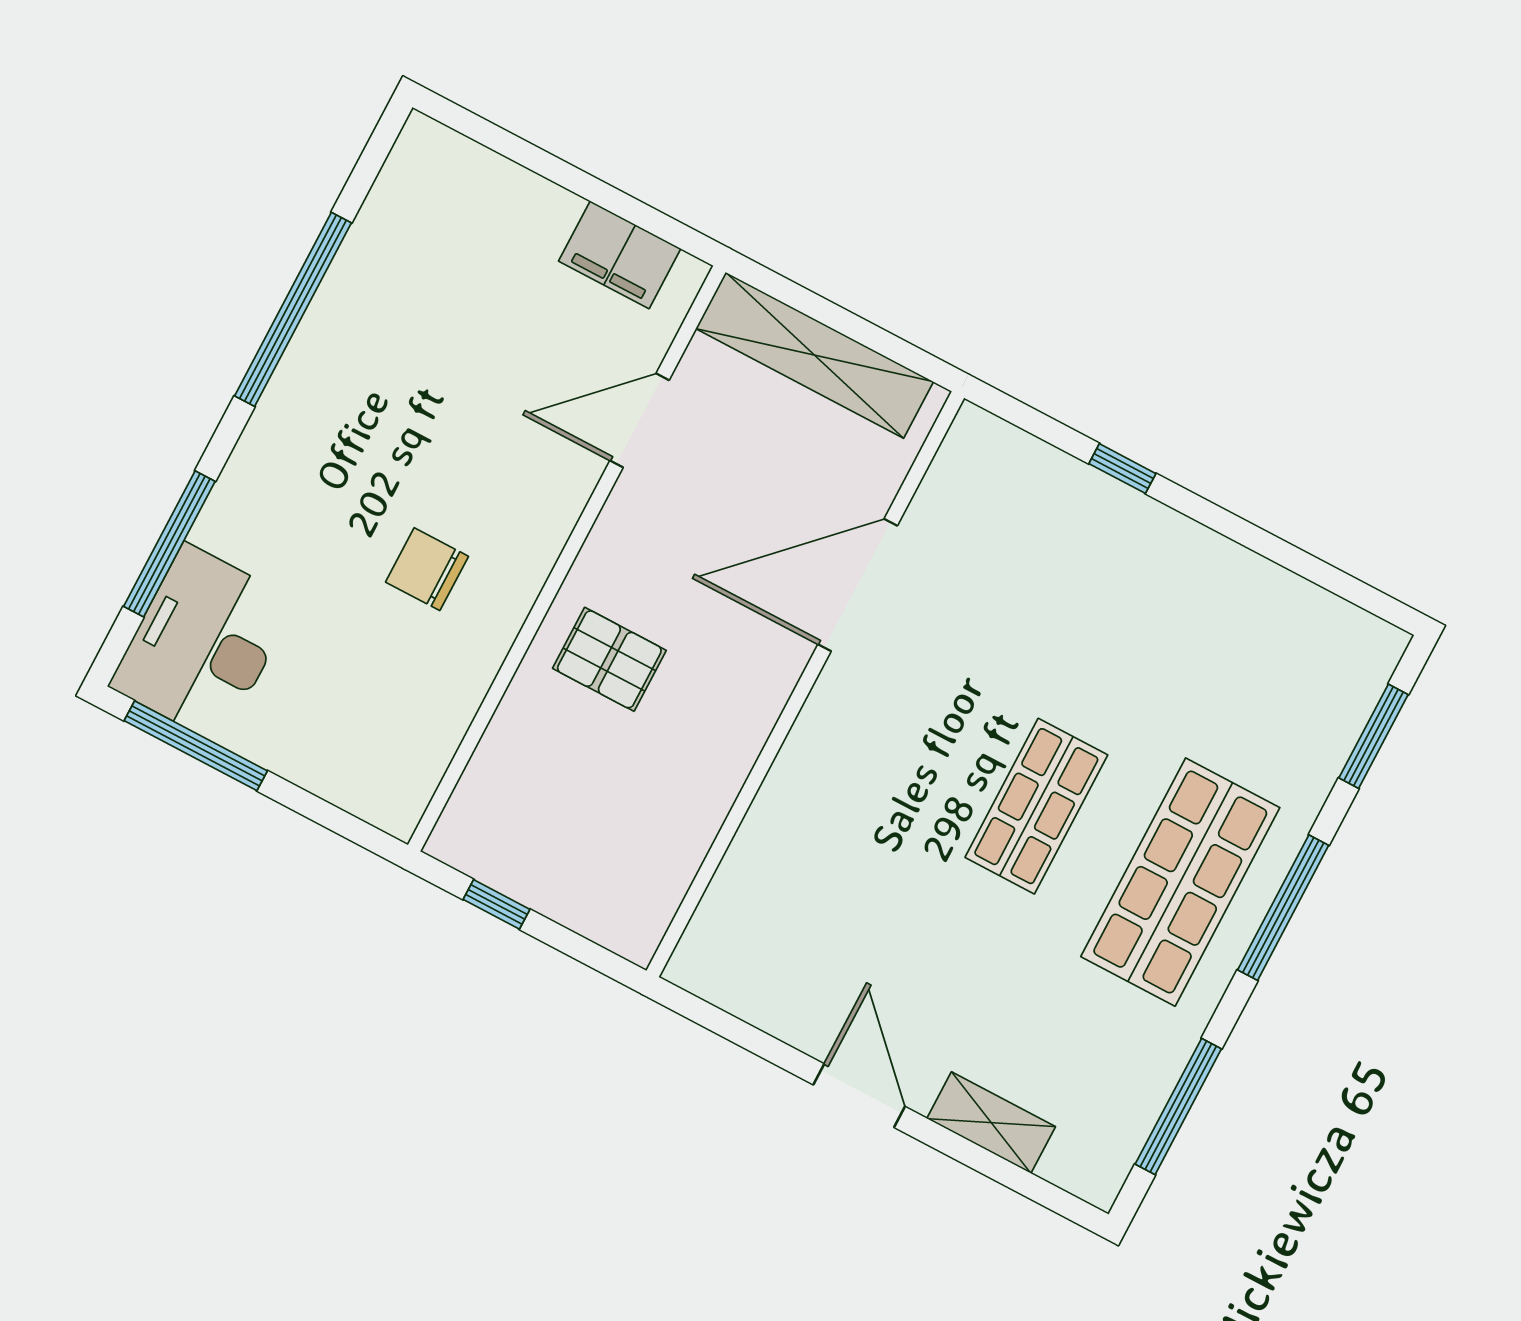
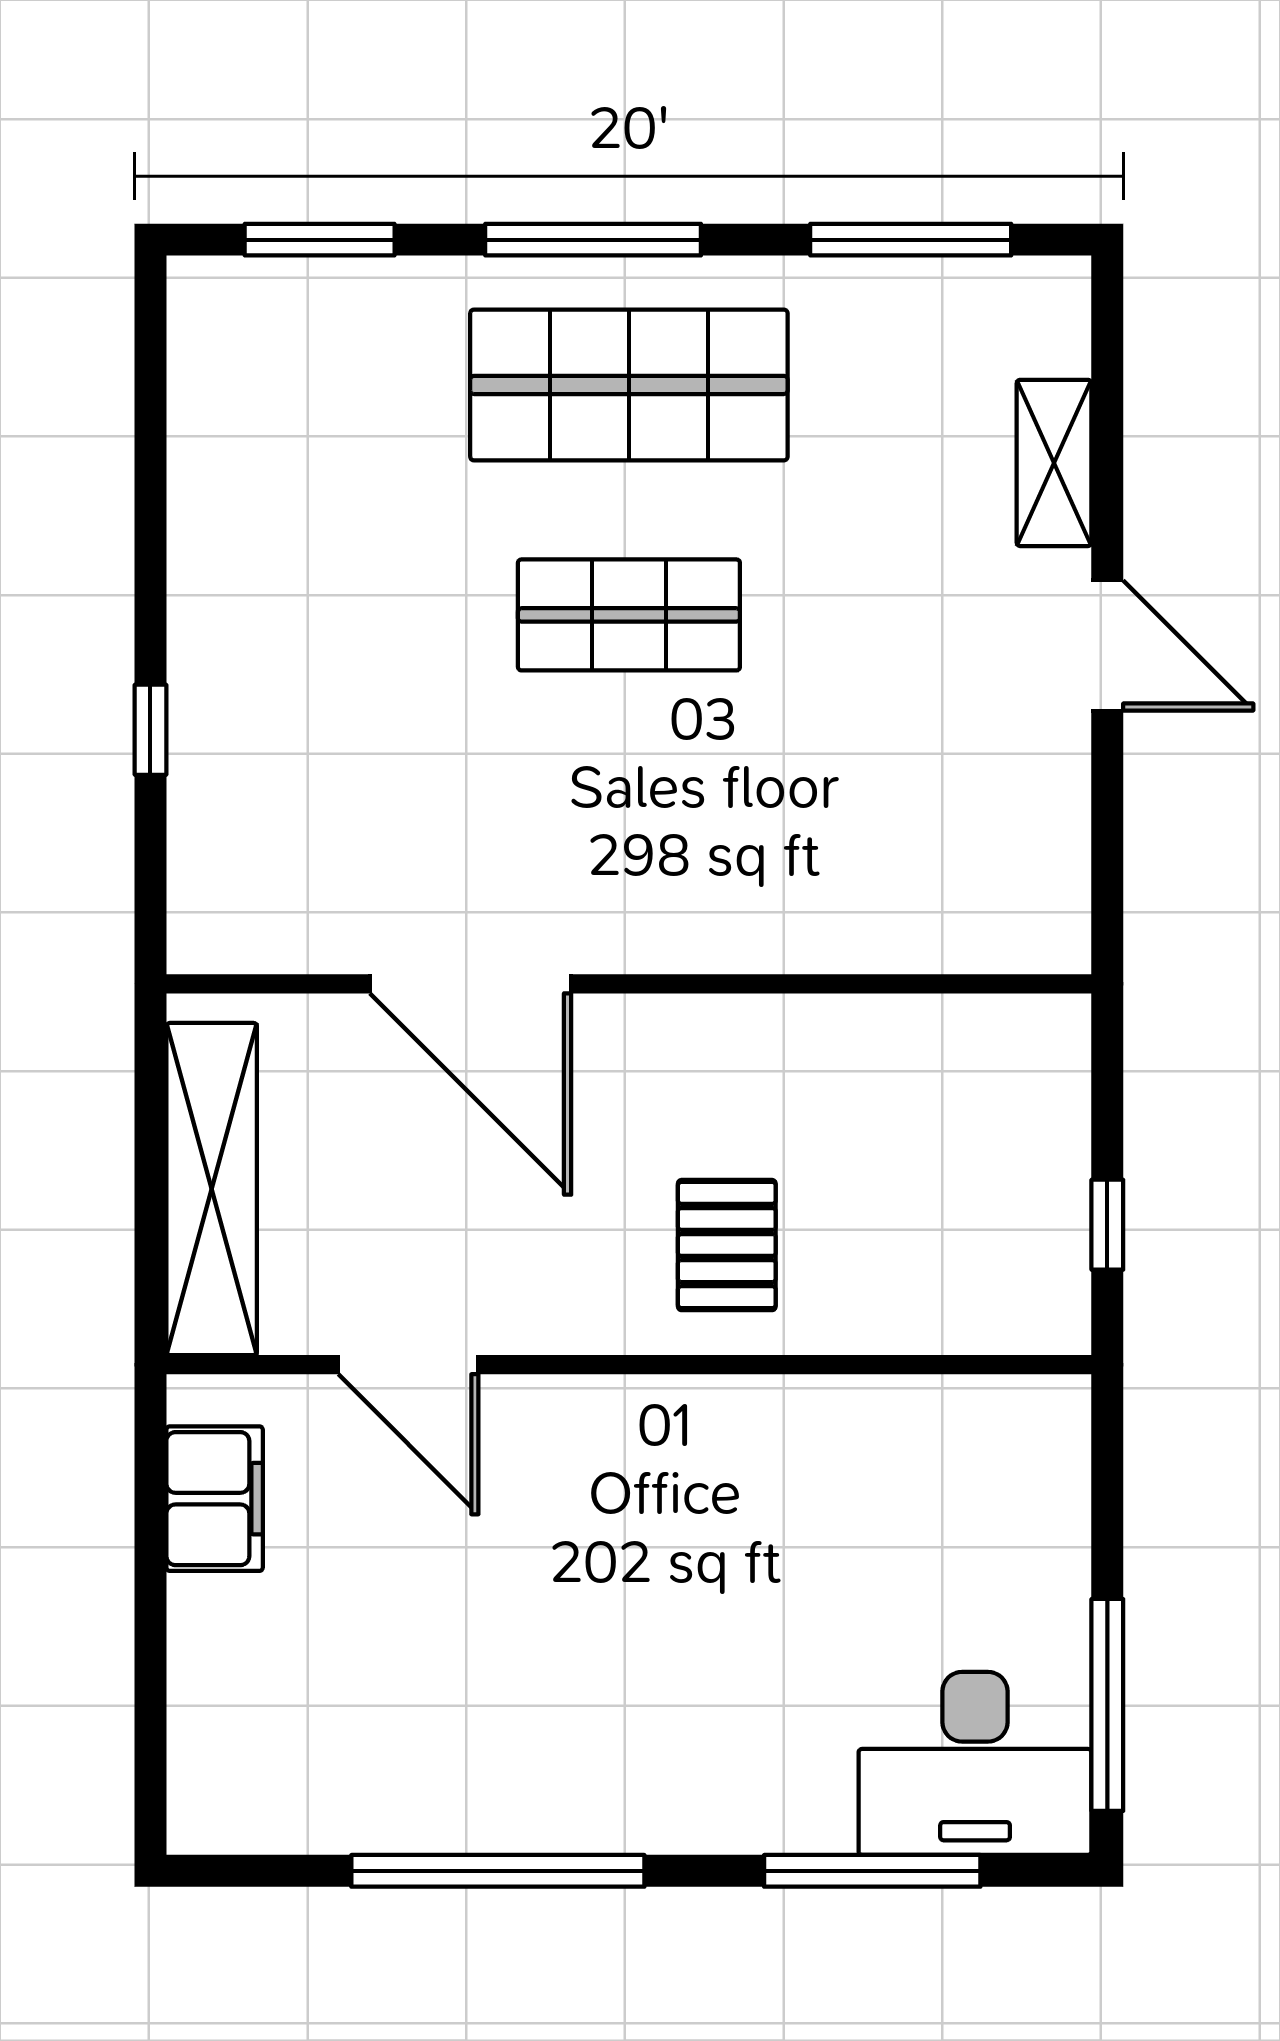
chair: (427, 569) -> (734, 1532), removed
door: (859, 1096) -> (1107, 645), swing flipped

